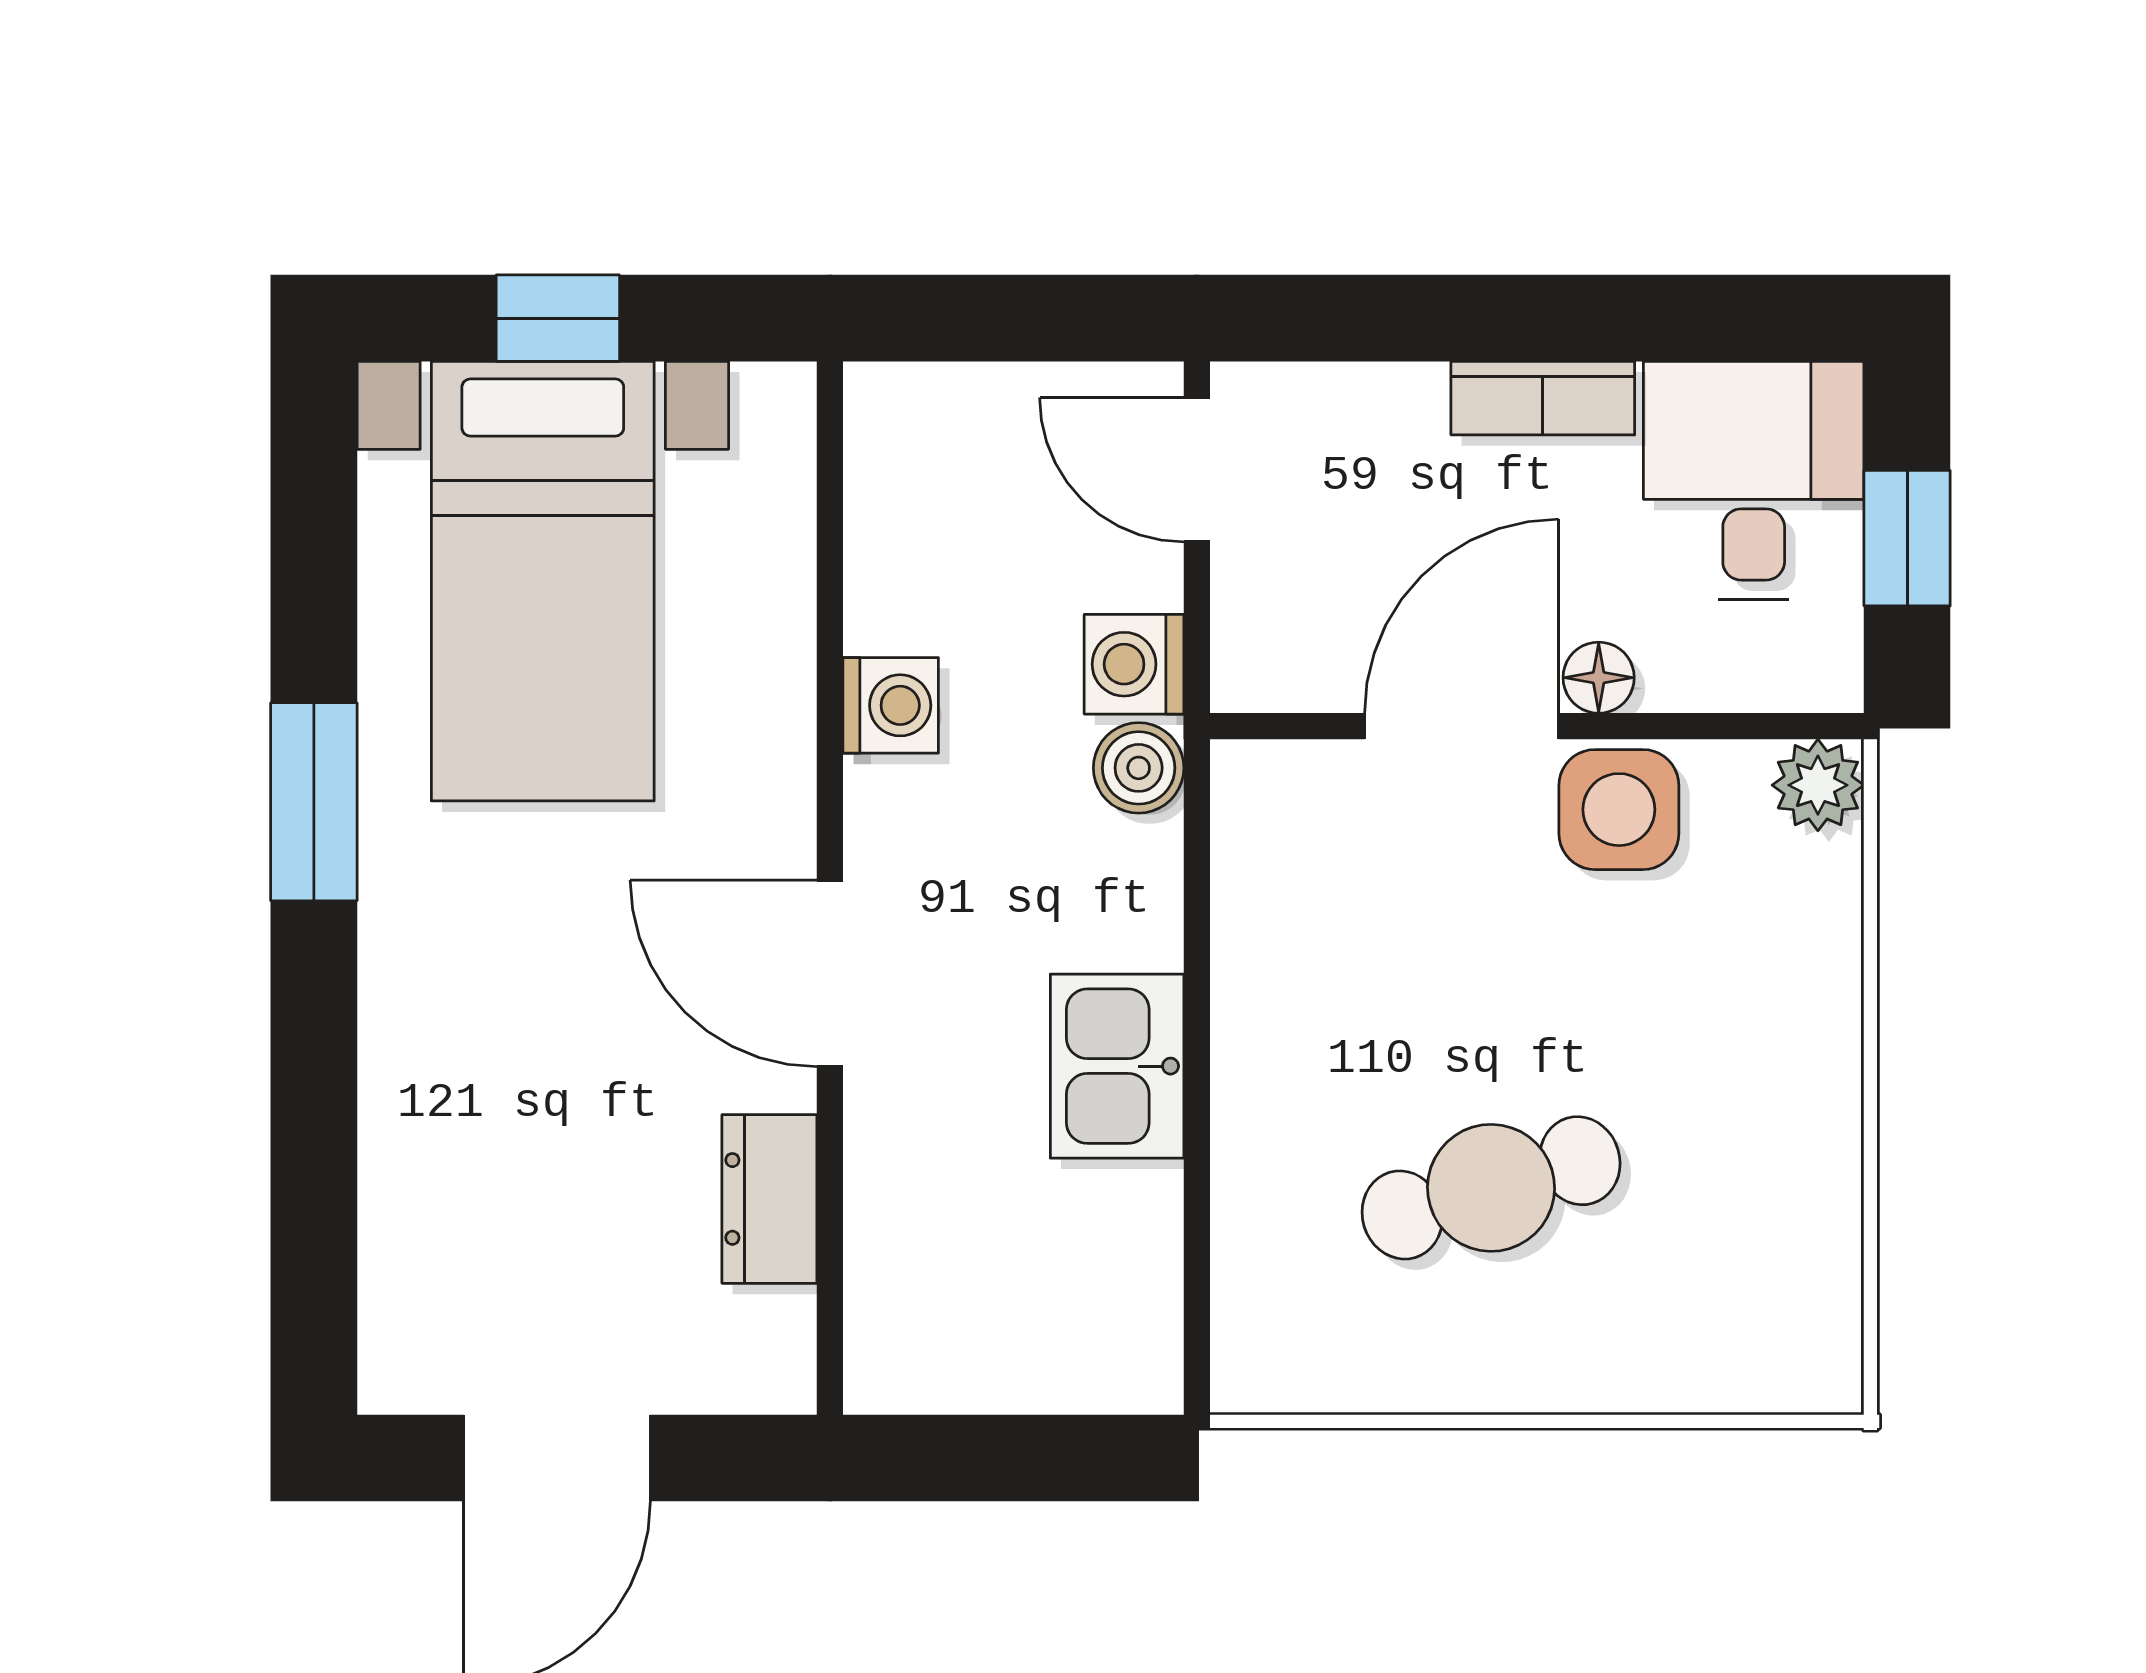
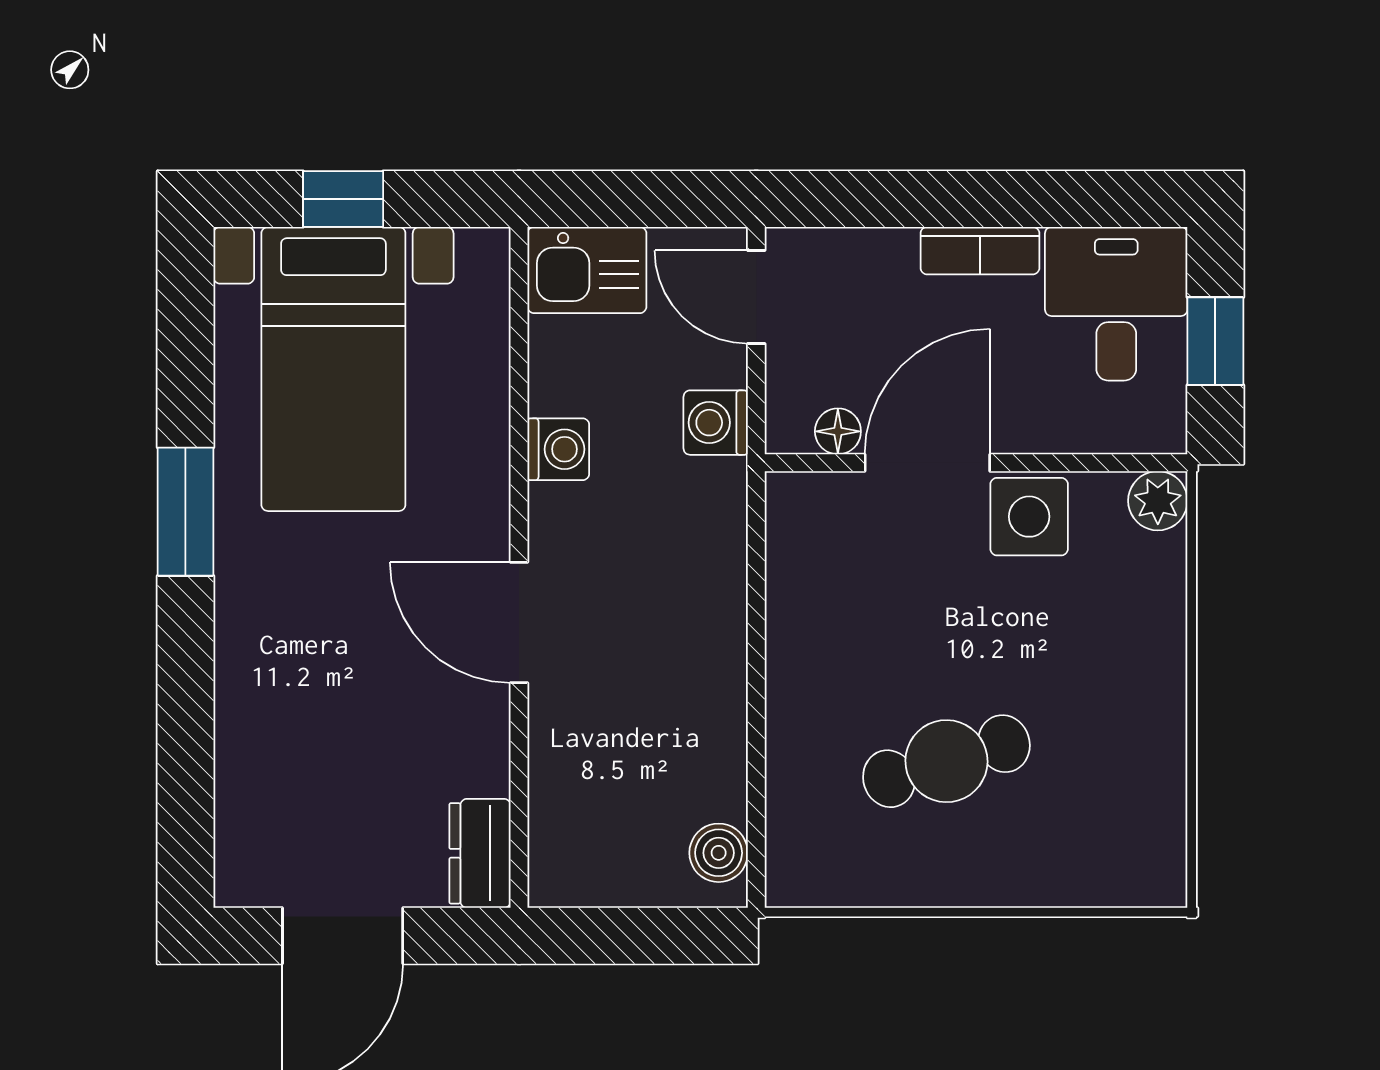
floor lamp: (1599, 678) -> (838, 431), moved
boiler: (1139, 768) -> (719, 853), moved
kitchen sink: (1117, 1066) -> (587, 270), moved, turned -90
dresser: (769, 1199) -> (480, 853), moved

